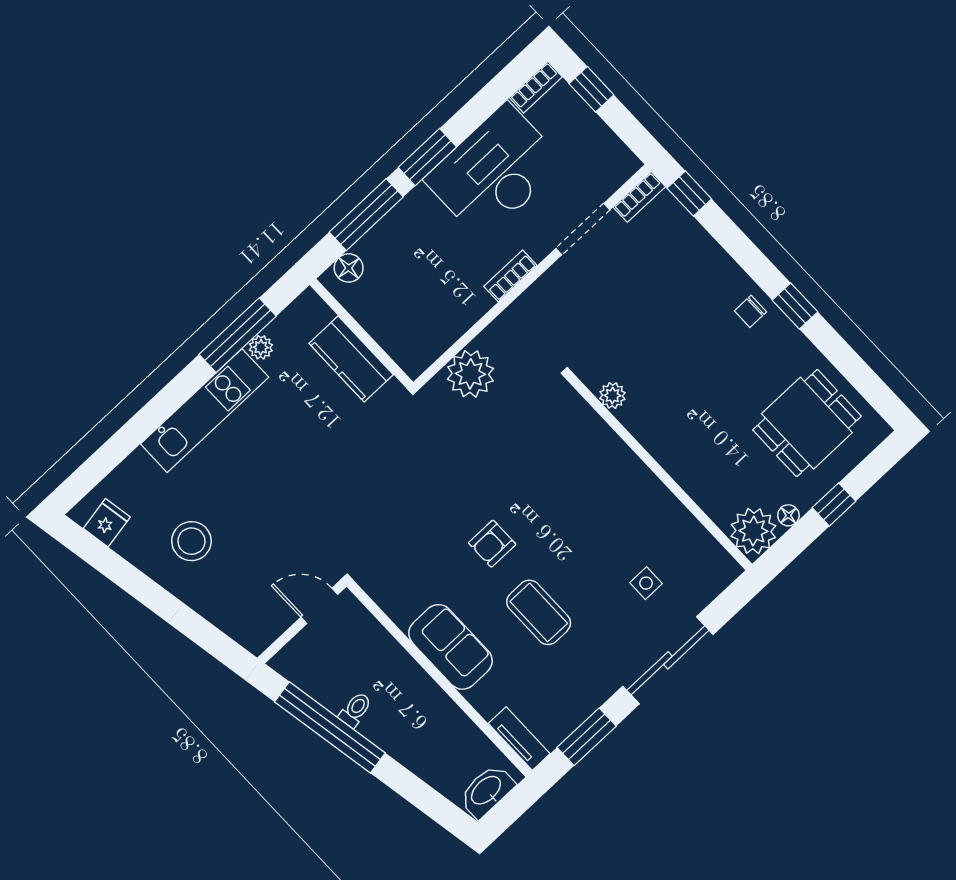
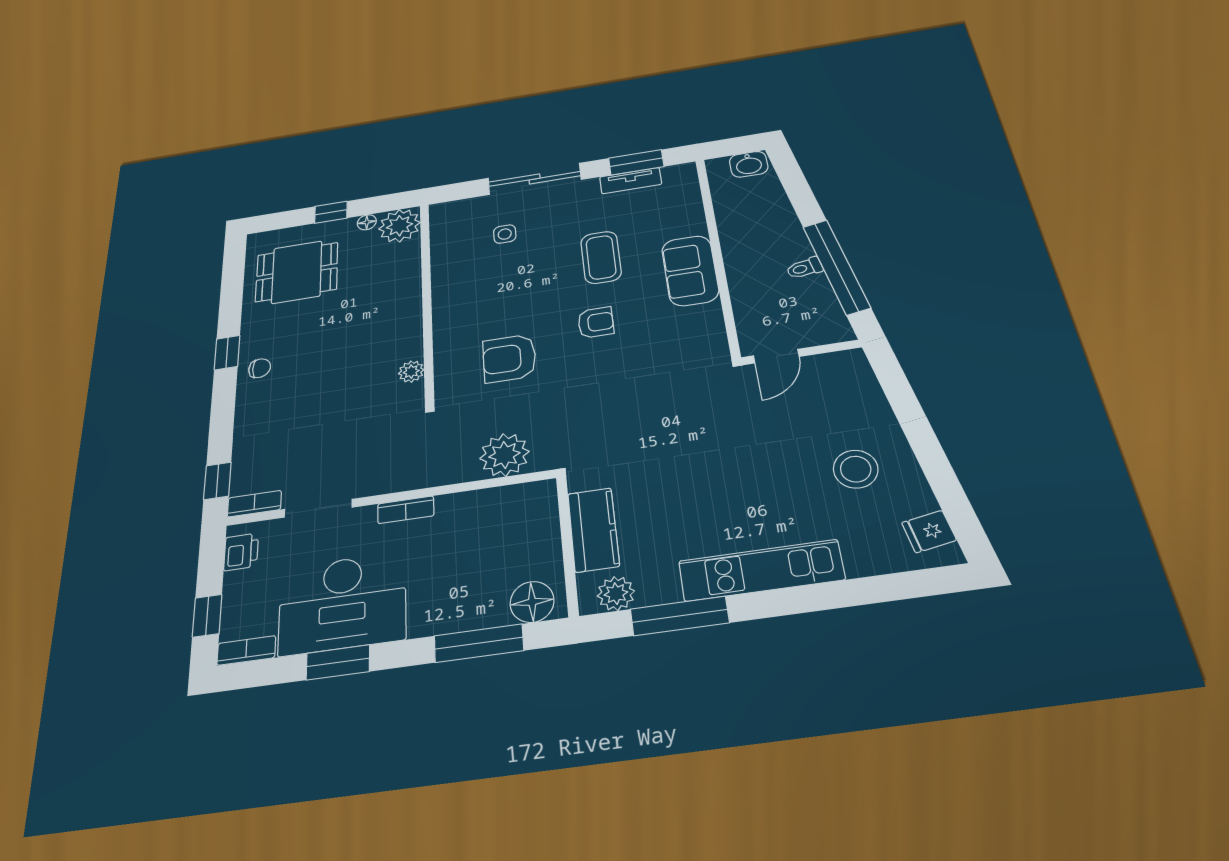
printer: (612, 153) -> (241, 552), added
window: (427, 157) -> (338, 662), moved
floor lamp: (349, 268) -> (532, 602), width x1.38, depth x1.38
plant: (261, 347) -> (616, 594), moved, width x1.38, depth x1.38
armchair: (538, 462) -> (509, 358), added
door: (319, 606) -> (776, 356), hinge flipped
tv unit: (519, 738) -> (631, 181), moved, turned -90
washbasin: (487, 791) -> (749, 164), width x0.72

